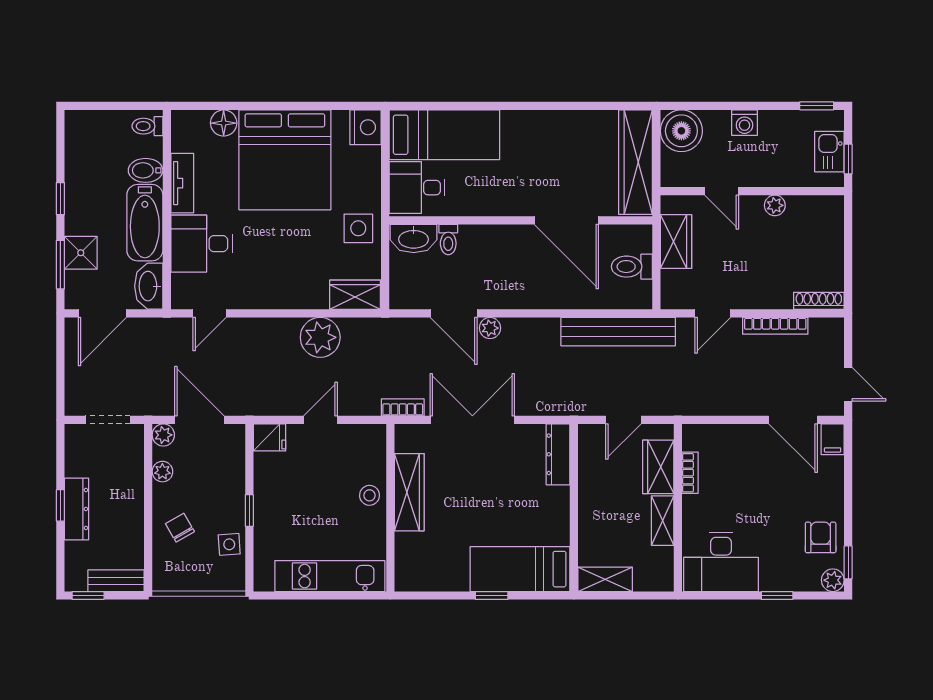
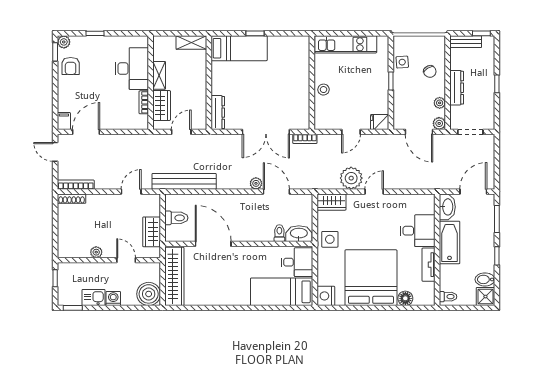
kitchen sink: (829, 152) -> (94, 297), moved, turned -90
bidet: (146, 170) -> (485, 279), moved, turned 180
shower: (81, 253) -> (485, 297), moved
door: (210, 313) -> (374, 192), moved
bookcase: (775, 326) -> (76, 185), moved
door: (793, 420) -> (86, 132), hinge flipped
wardrobe: (409, 492) -> (301, 91), removed
dresser: (76, 509) -> (457, 88), moved, turned 180
desk: (721, 562) -> (132, 69), moved, turned 90

